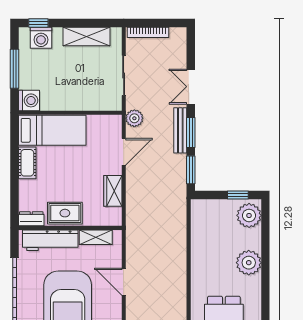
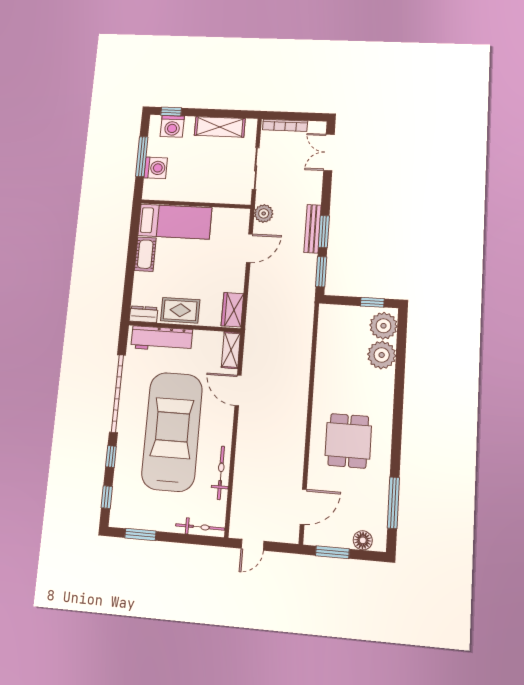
double door: (191, 87) -> (329, 152), moved
washing machine: (29, 100) -> (156, 168), moved
wardrobe: (113, 191) -> (232, 310), moved
shelving: (96, 237) -> (231, 350), moved, turned 90
plant: (249, 263) -> (382, 355), moved

